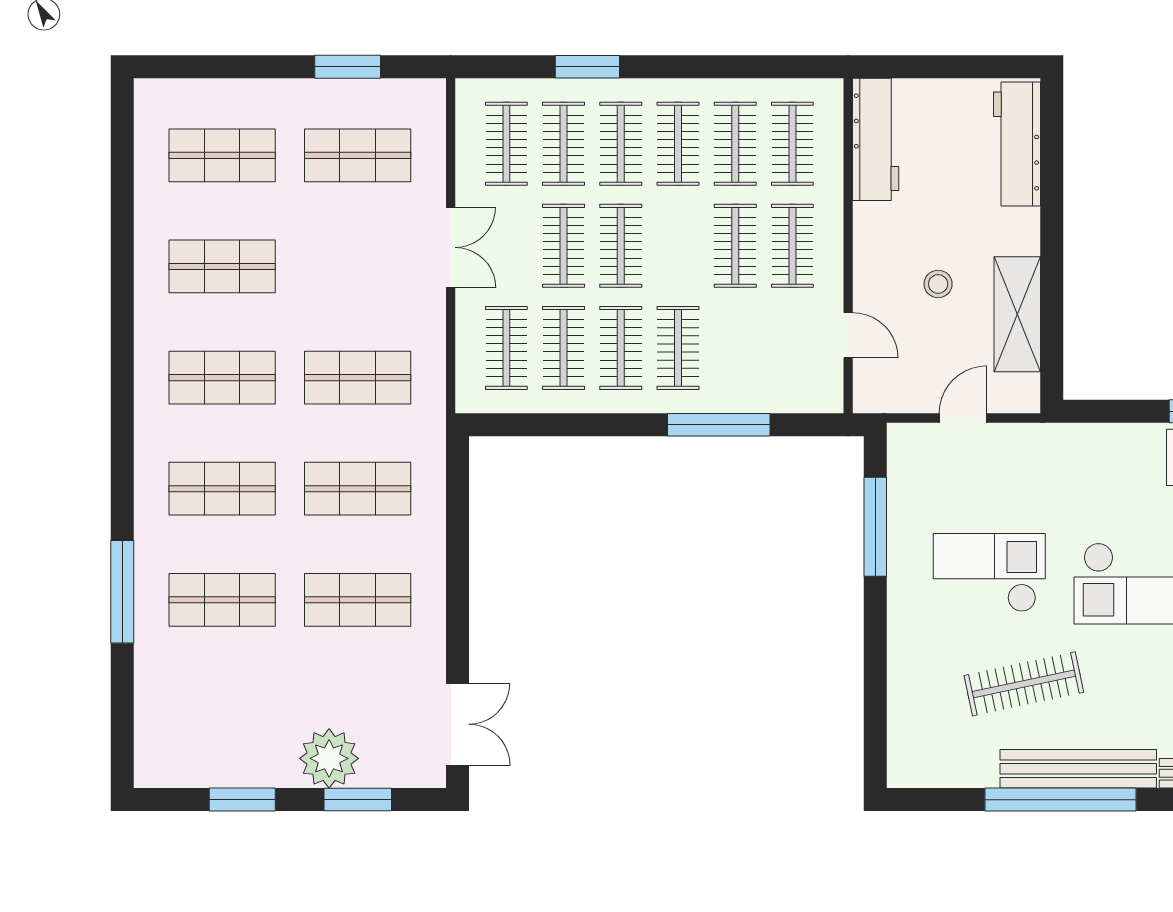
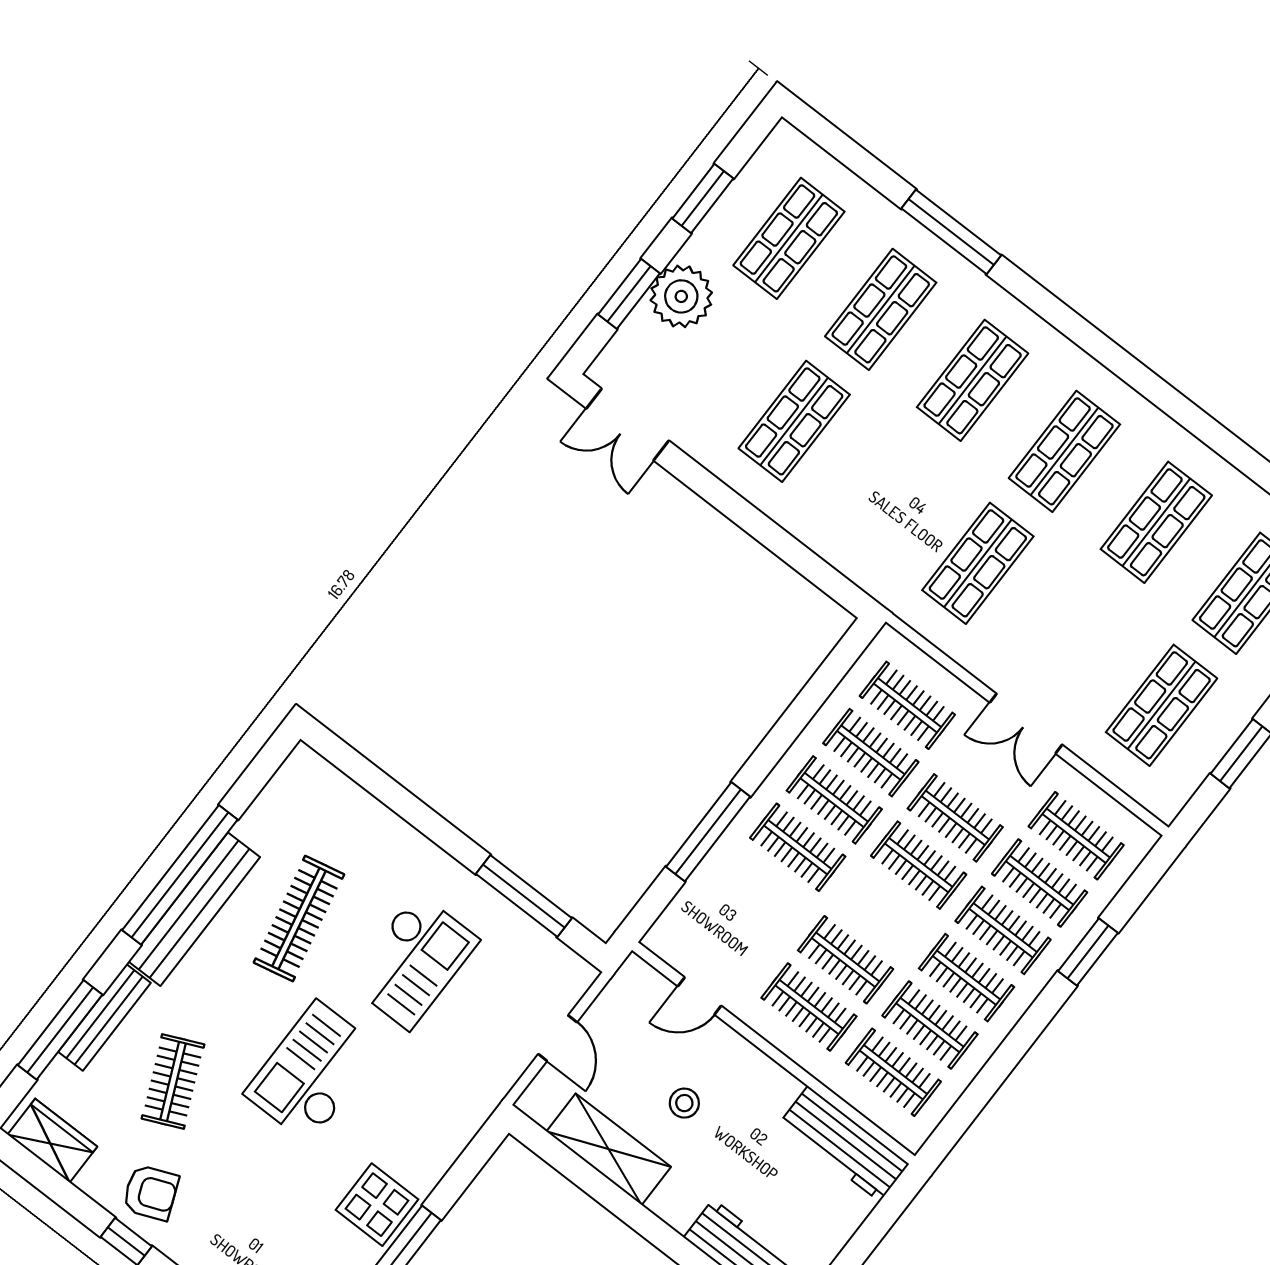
shop shelf: (358, 489) -> (789, 238), moved

